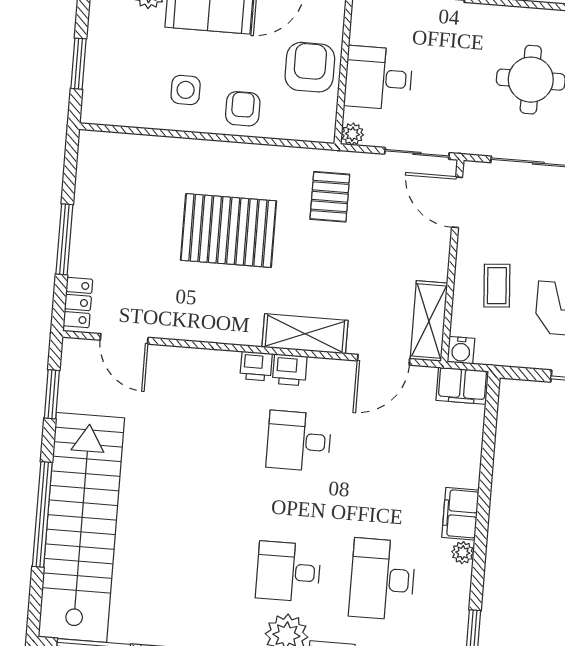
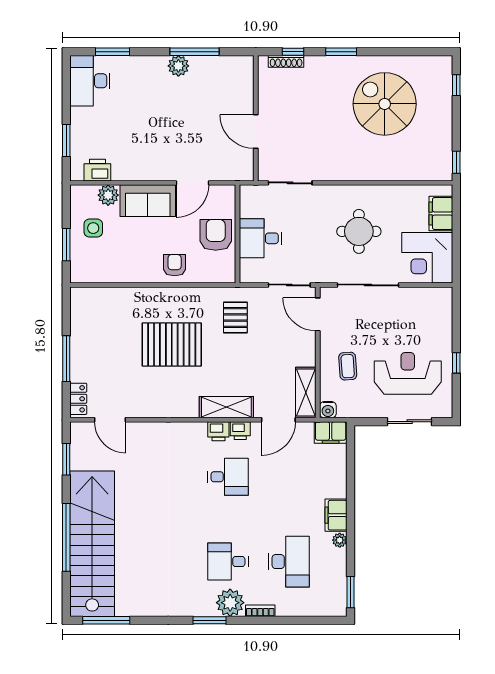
side table: (186, 90) -> (93, 228), moved
plant: (352, 134) -> (247, 276), removed
printer: (256, 366) -> (240, 431), moved
desk: (299, 441) -> (228, 477), turned 180
desk: (382, 579) -> (289, 562), turned 180

